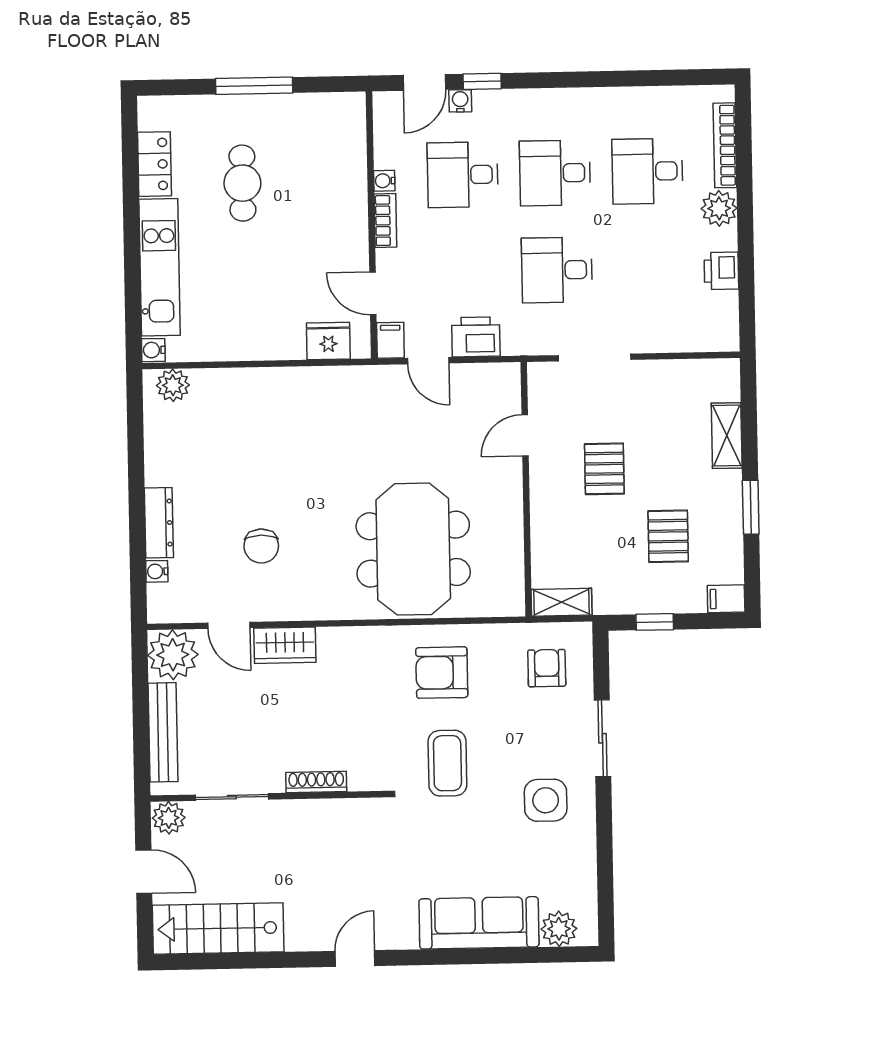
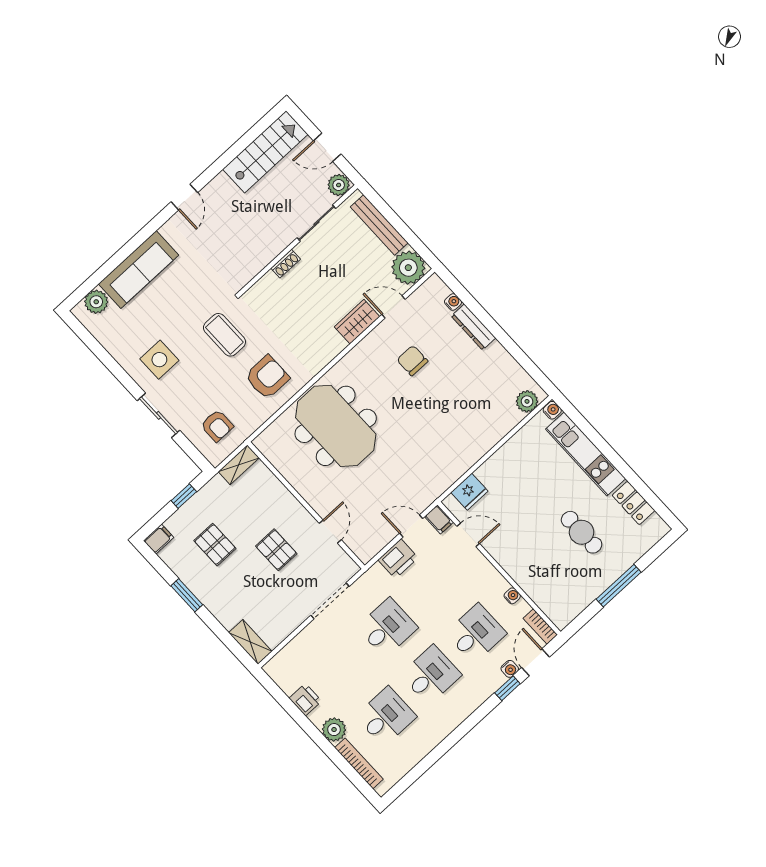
bookcase: (385, 221) -> (540, 627), moved
shelving: (727, 436) -> (250, 642), moved
shoe rack: (316, 782) -> (286, 264), width x0.70

